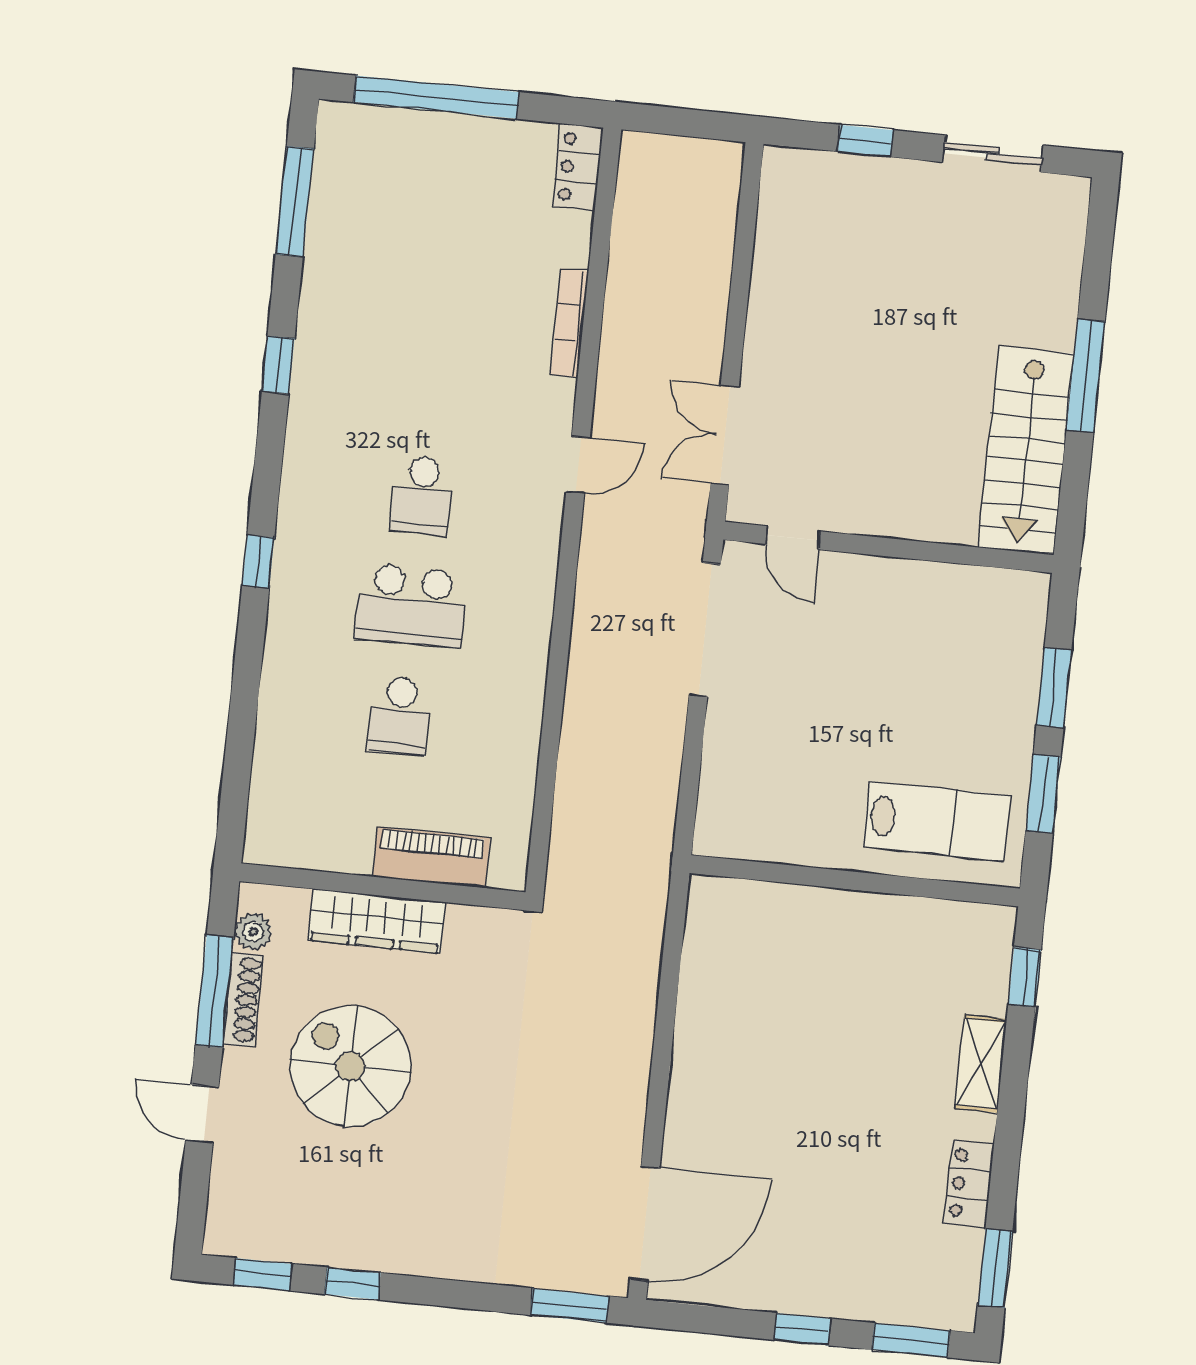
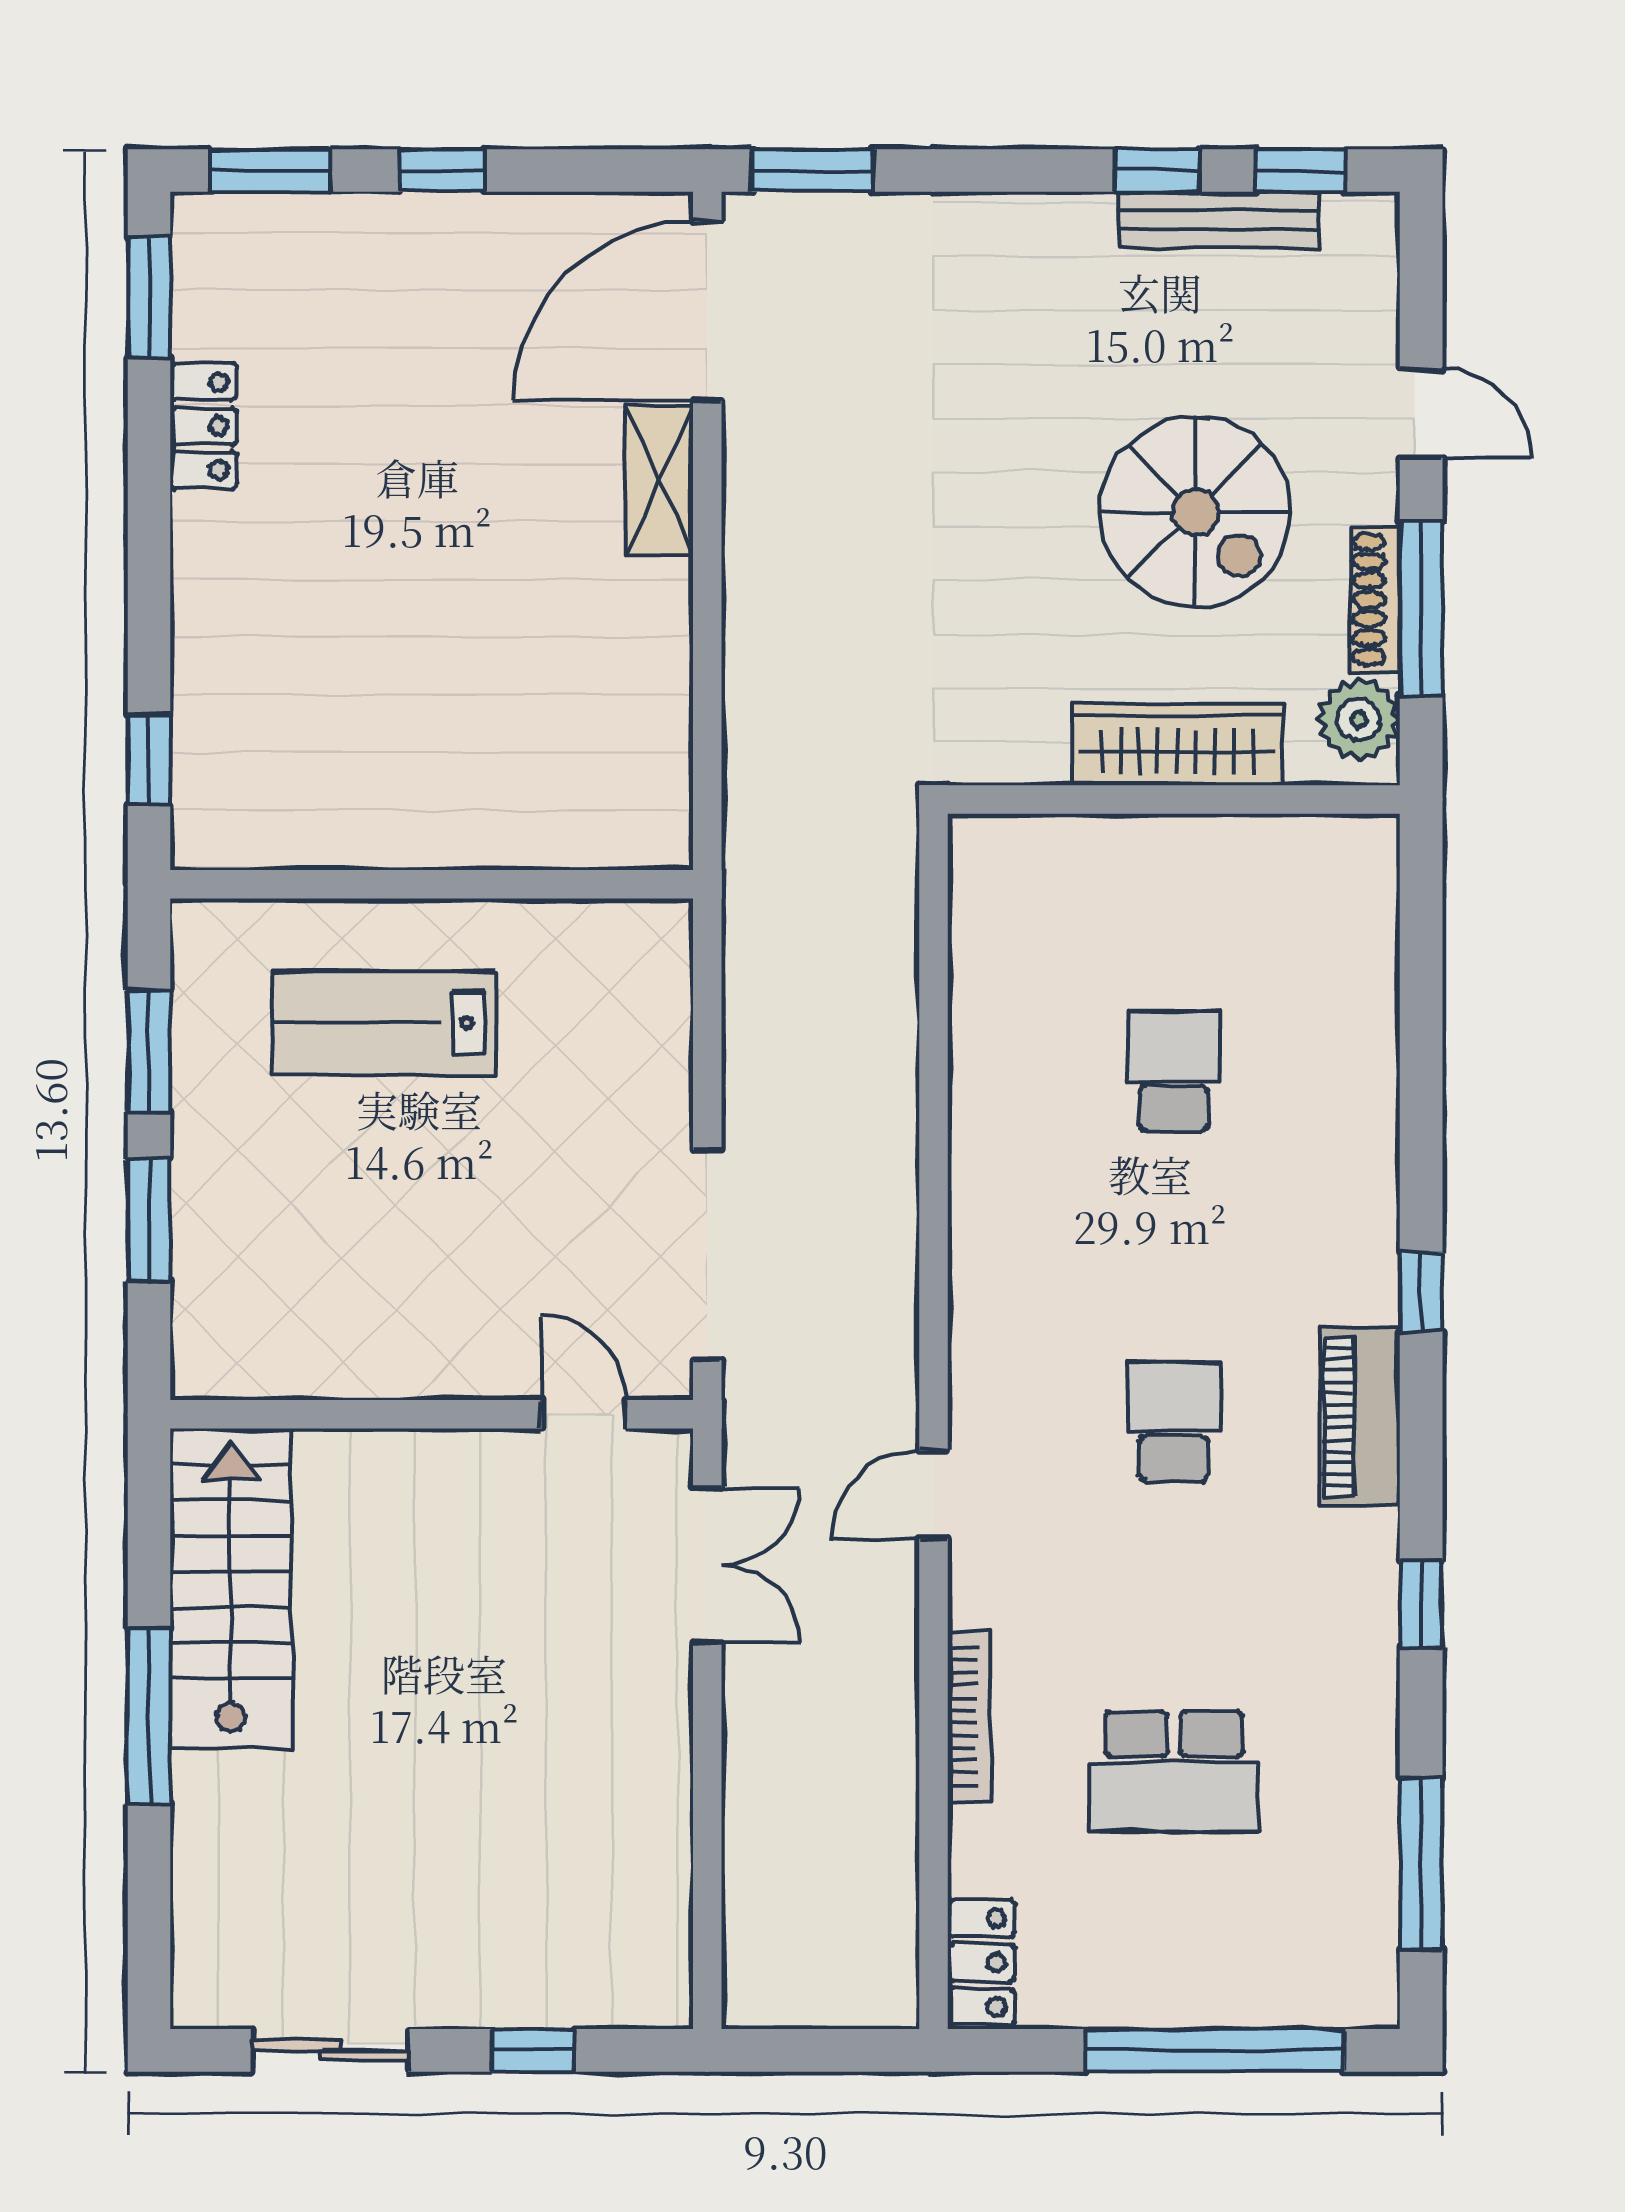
school desk: (411, 606) -> (1174, 1771), moved, turned 180
lab bench: (936, 821) -> (384, 1023), moved
piano: (431, 857) -> (1360, 1417), moved, turned 90
plant: (253, 932) -> (1359, 719), width x1.38, depth x1.38
shelving: (981, 1064) -> (660, 480), moved
bench: (317, 1249) -> (1218, 220), added

